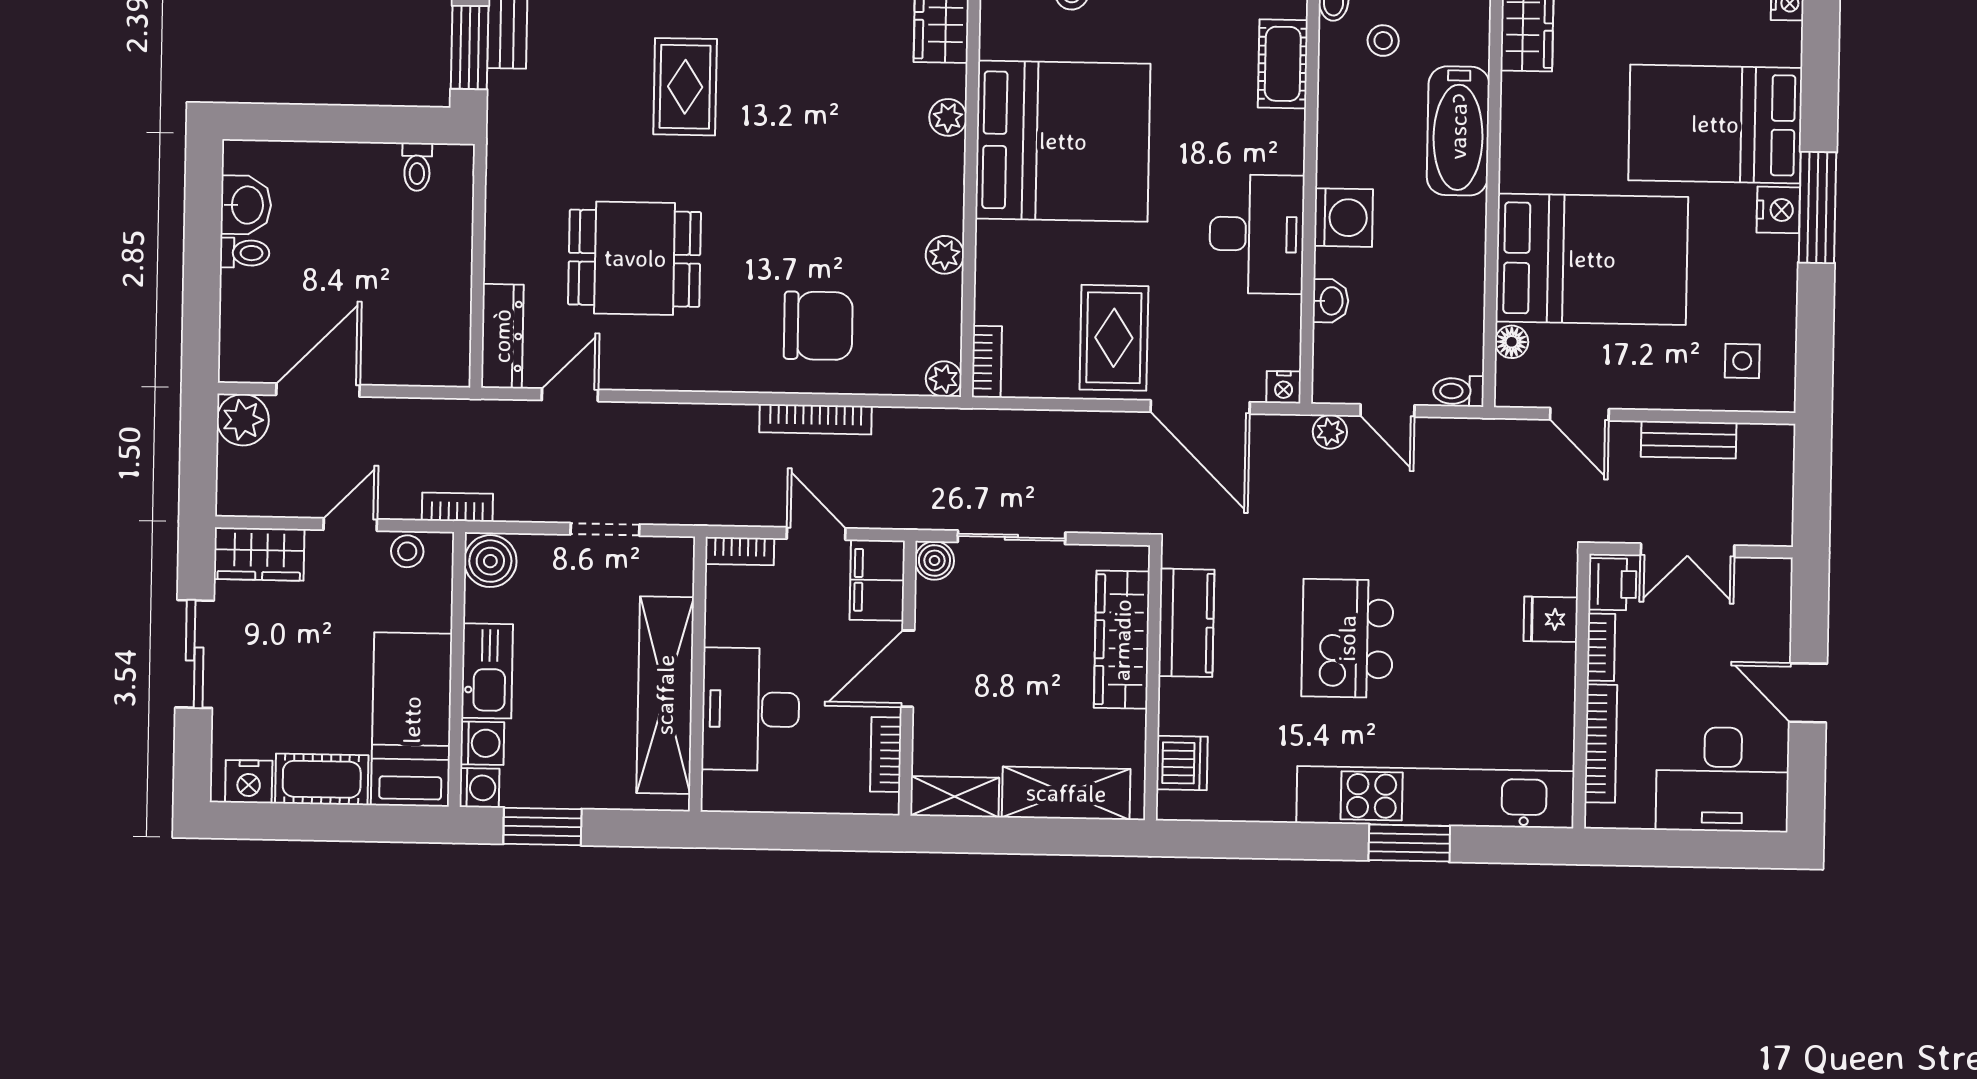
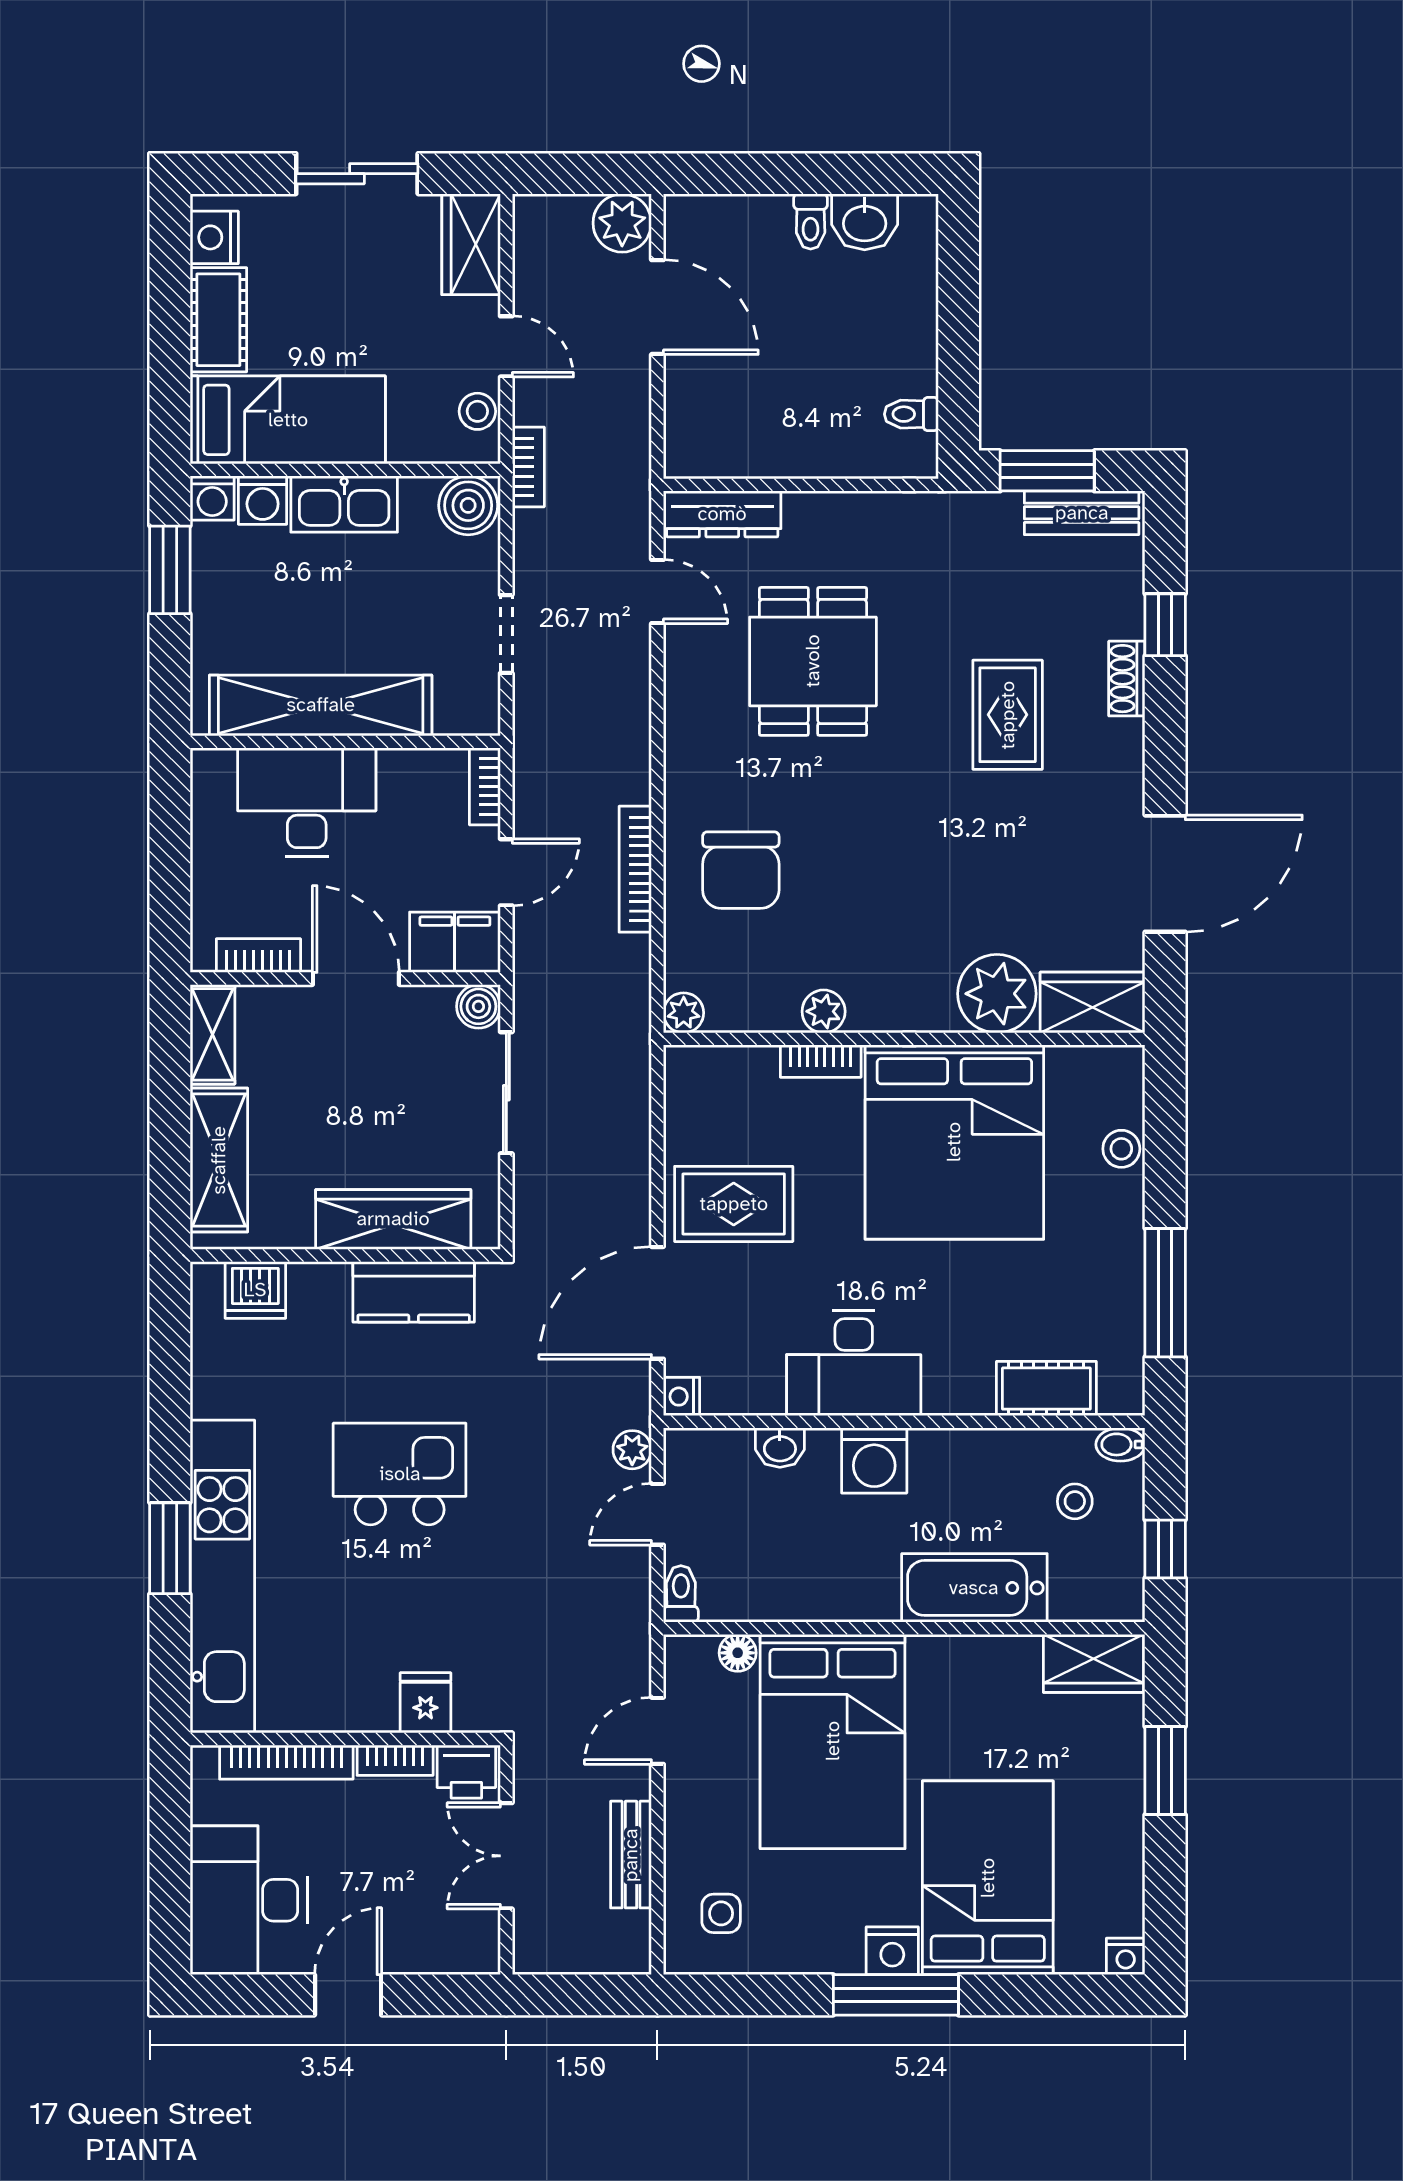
rug: (685, 87) -> (1008, 715), turned 90
plant: (948, 117) -> (997, 994), width x1.88, depth x1.88
bookcase: (987, 362) -> (821, 1061), moved

